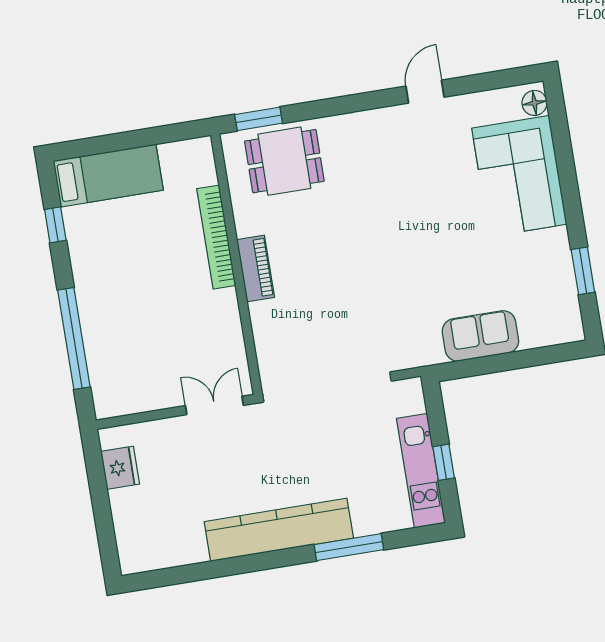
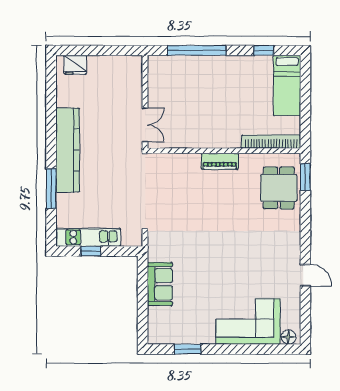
bookcase: (216, 237) -> (271, 142), moved
fridge: (120, 468) -> (75, 65), moved

